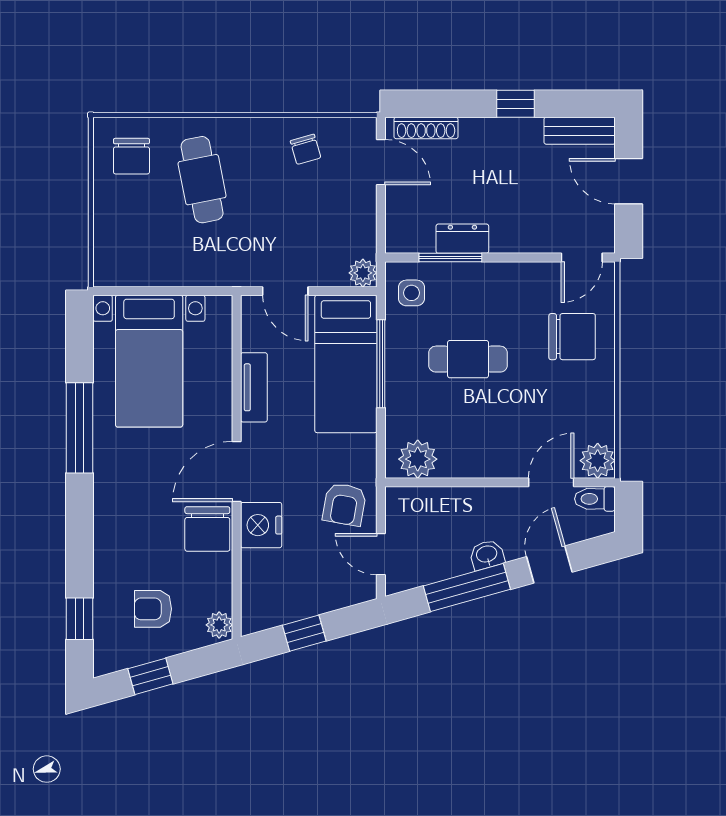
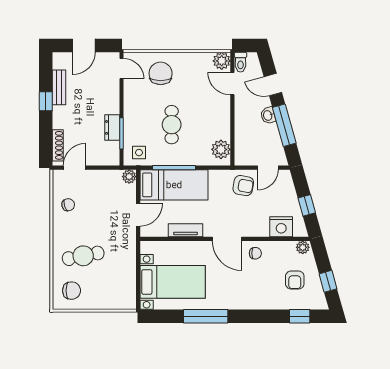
bench: (580, 131) -> (59, 87), moved
nightstand: (261, 525) -> (281, 227), moved
chair: (207, 529) -> (255, 253), width x0.54, depth x0.54

